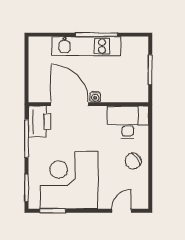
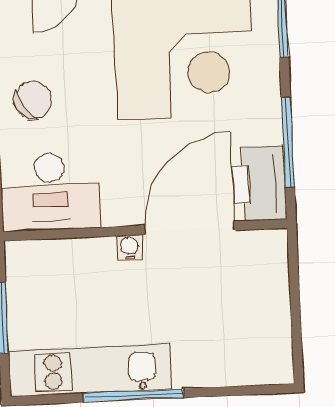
kitchen unit: (86, 46) -> (90, 370), moved
door: (70, 104) -> (189, 228), swing flipped

